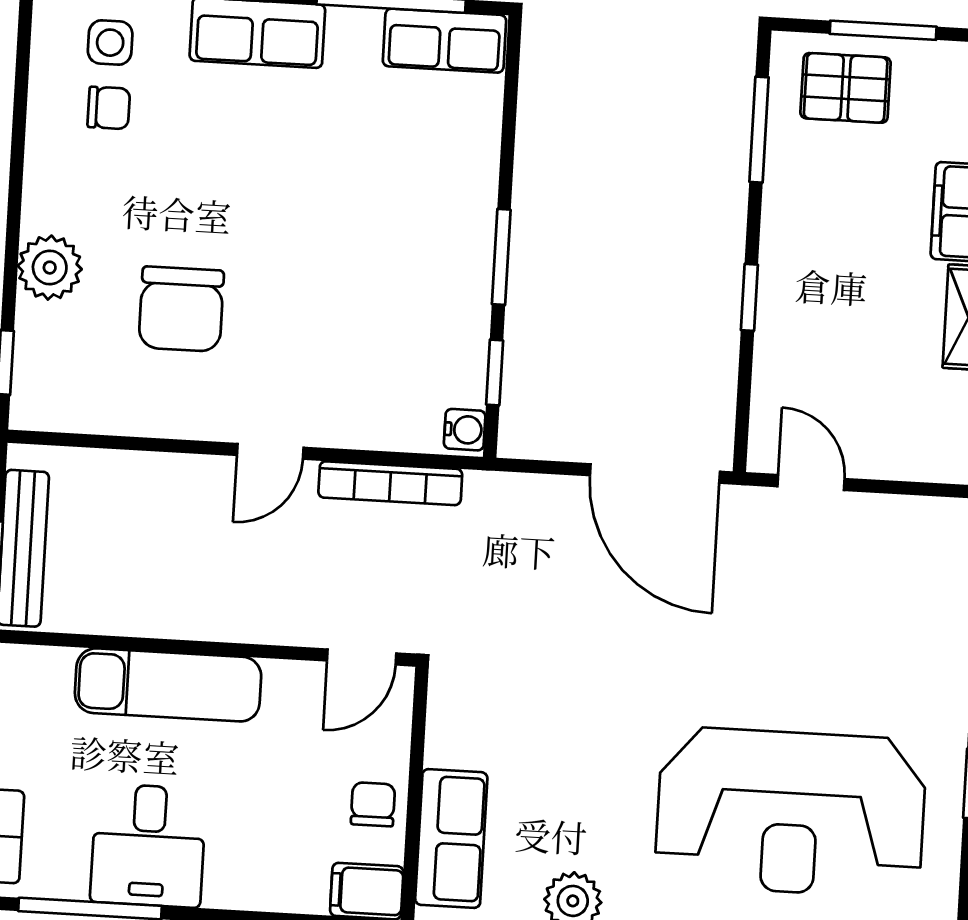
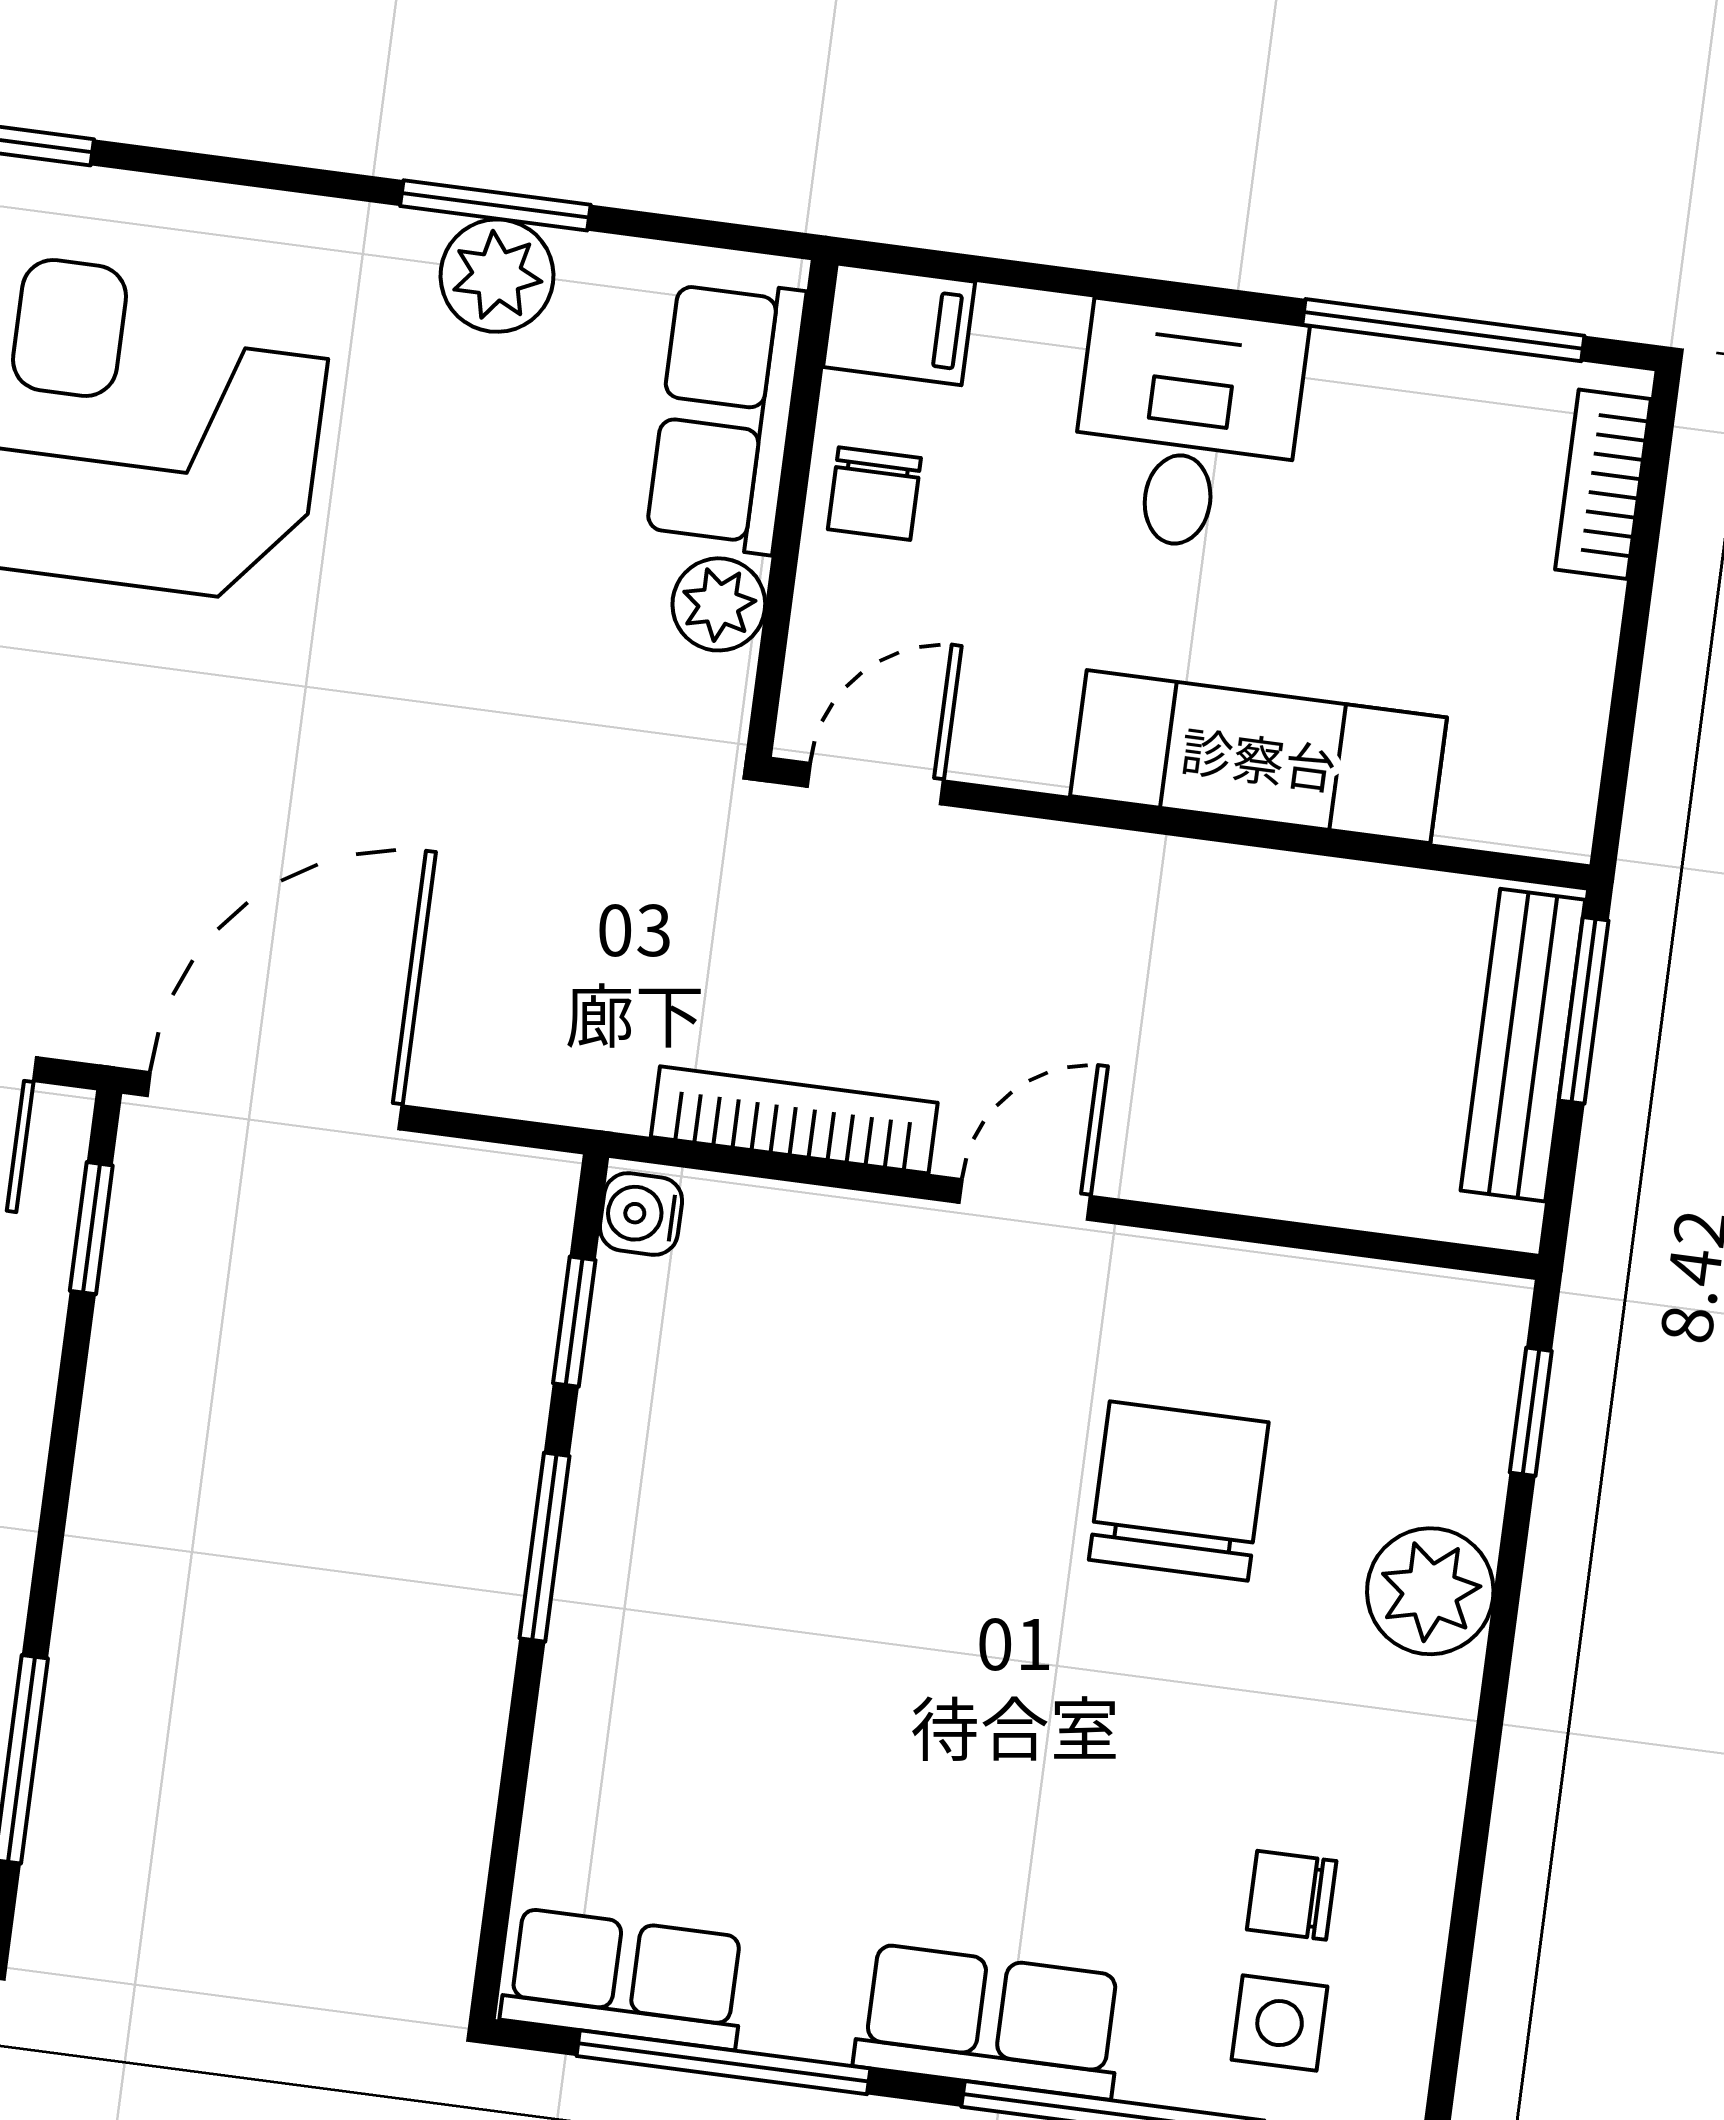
window: (749, 297) -> (91, 1228), moved
door: (655, 474) -> (275, 1101), hinge flipped
plant: (448, 742) -> (719, 604), added
desk: (148, 846) -> (1187, 428), moved

